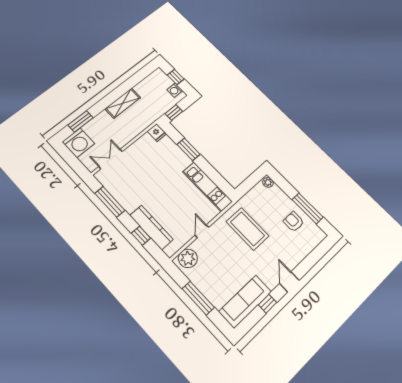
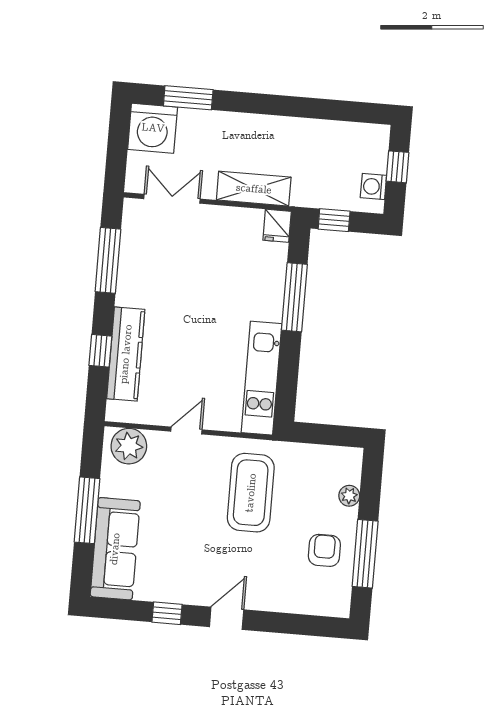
shelving: (123, 103) -> (254, 189), moved
window: (188, 149) -> (294, 297), width x1.44
plant: (268, 182) -> (349, 496), moved
sofa: (245, 302) -> (115, 549), moved, turned 90

